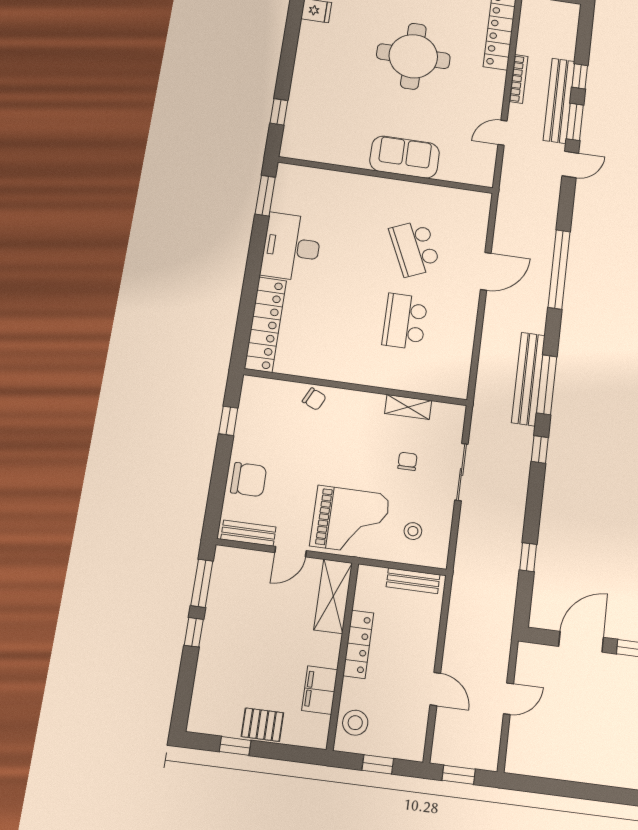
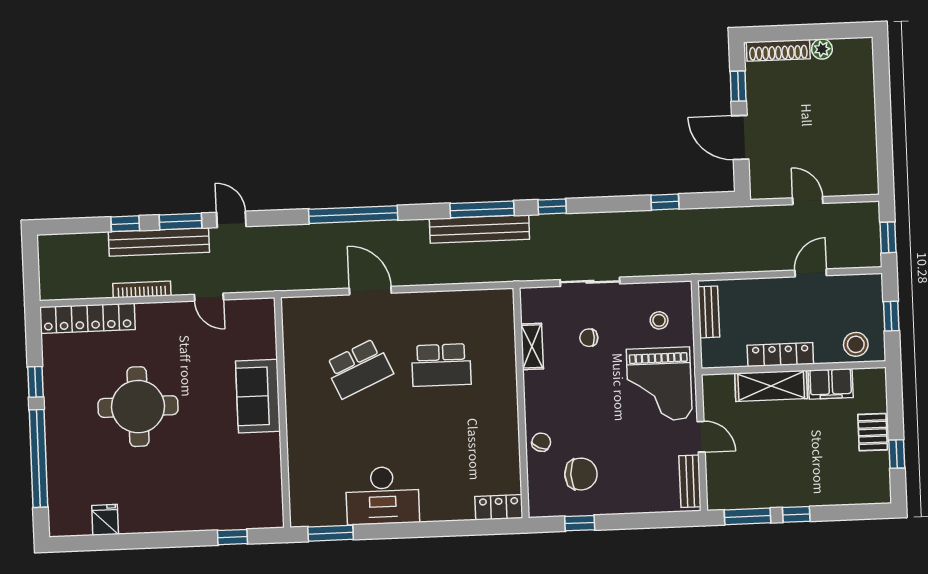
locker: (265, 325) -> (499, 507), width x0.46, depth x0.83
chair: (249, 480) -> (581, 474), moved, turned 90
grand piano: (350, 520) -> (659, 384), turned 180
shelving: (333, 596) -> (771, 386), moved

